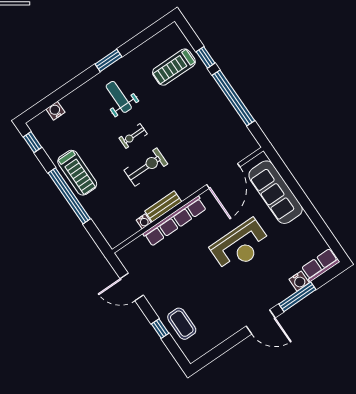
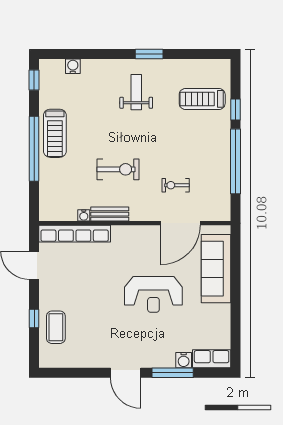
exercise bike: (133, 136) -> (176, 185), moved
row of seats: (175, 221) -> (75, 234), moved

